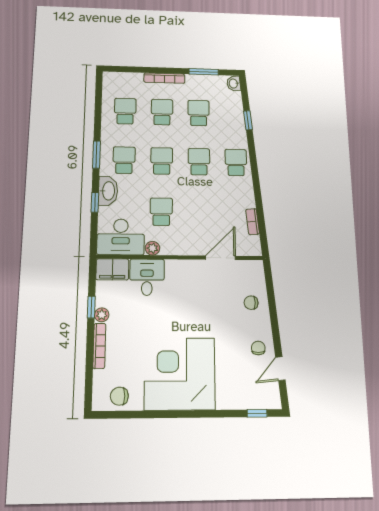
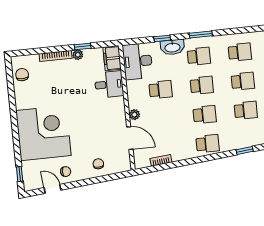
plant: (152, 248) -> (134, 115), moved
corner desk: (180, 374) -> (43, 133), moved

